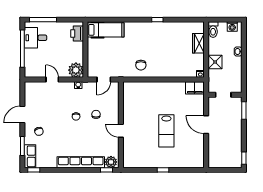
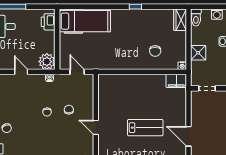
hospital bed: (106, 30) -> (85, 21), width x1.37, depth x1.29
wardrobe: (198, 43) -> (180, 20), moved
chair: (141, 65) -> (155, 51), moved
door: (104, 80) -> (77, 72), swing flipped
door: (206, 125) -> (189, 136), moved
lab bench: (166, 131) -> (145, 128), turned -90

